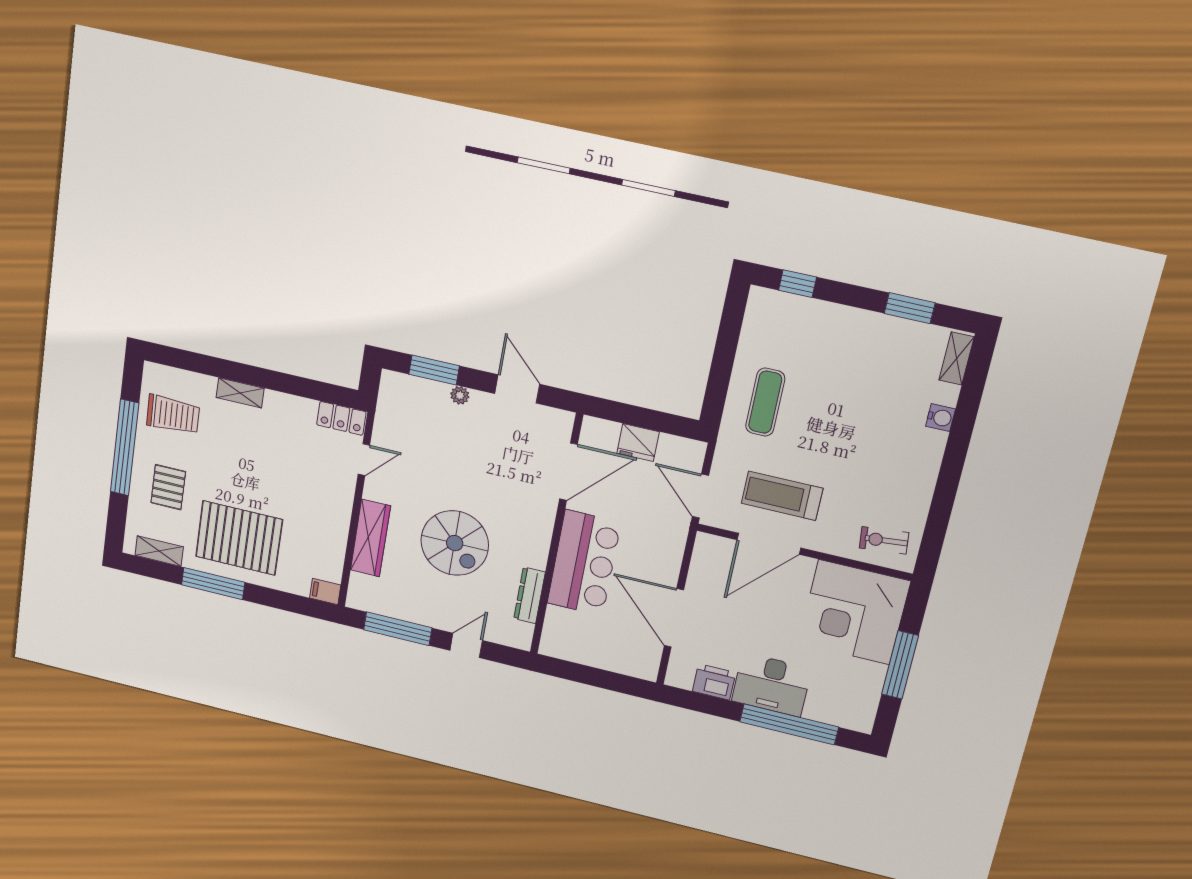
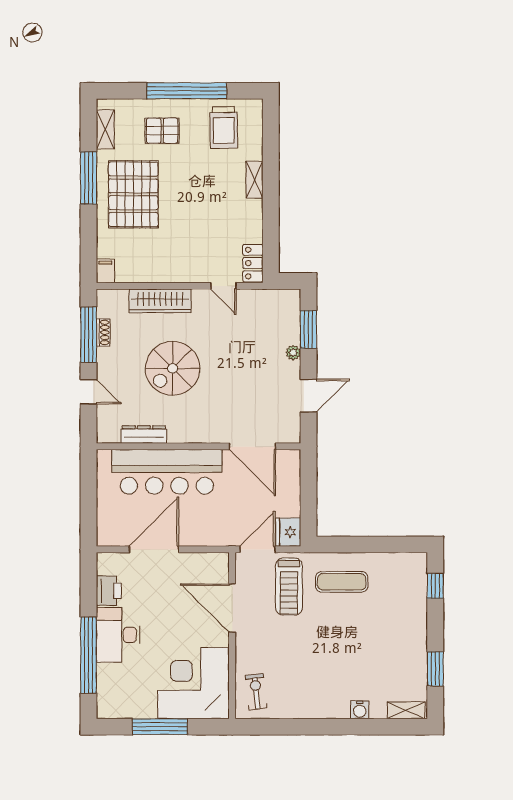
fridge: (638, 442) -> (288, 532), moved
treadmill: (782, 496) -> (289, 587), moved, turned 180
bar counter: (584, 563) -> (167, 472), width x1.36
shoe rack: (398, 612) -> (103, 332), added

